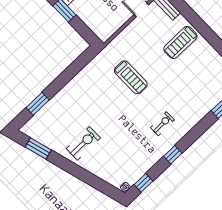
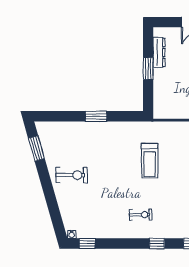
window: (38, 104) -> (96, 116), moved
window: (173, 155) -> (157, 244), moved

